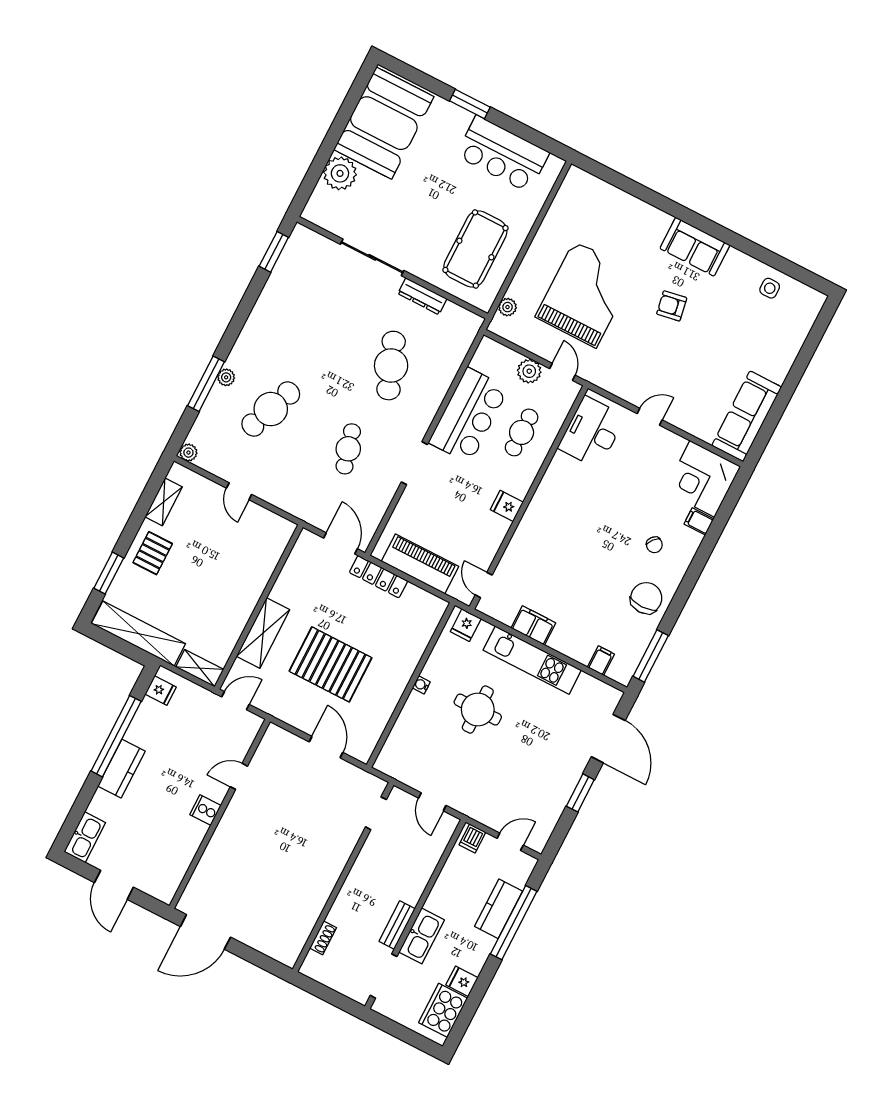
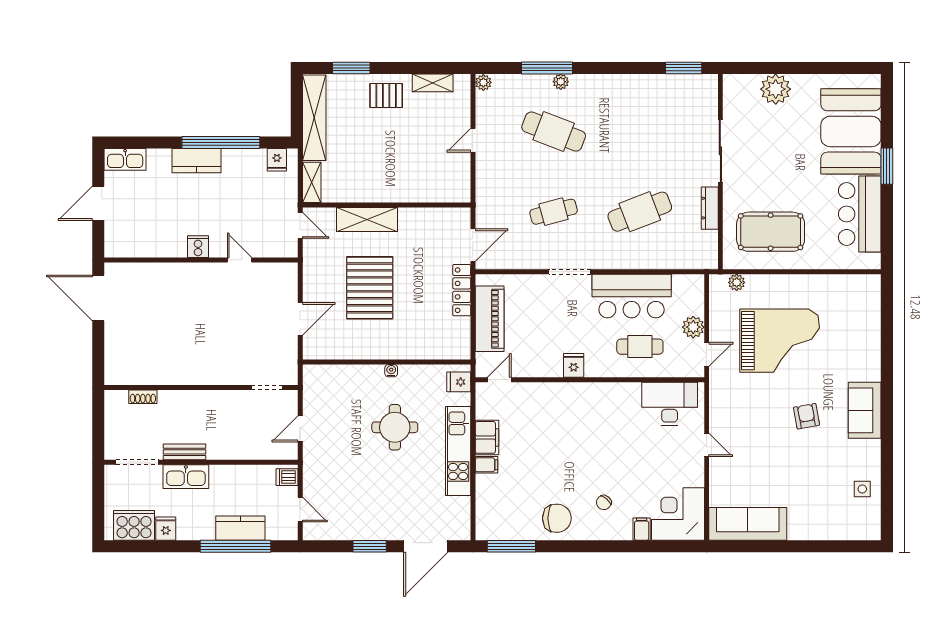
booth: (384, 123) -> (851, 131), moved, turned 90
filing cabinet: (601, 661) -> (487, 465), moved

